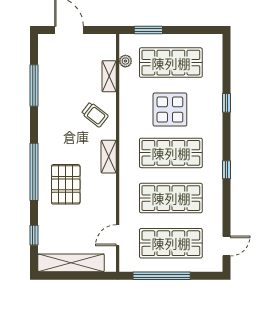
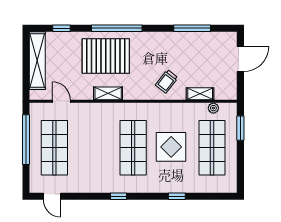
shelving: (109, 157) -> (108, 93), moved
pallet: (66, 184) -> (106, 56), width x1.37, depth x1.41
shop shelf: (171, 198) -> (94, 148), removed

